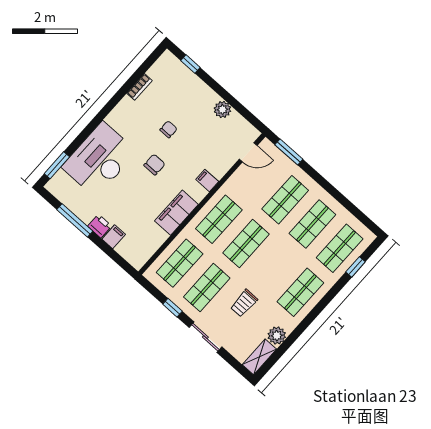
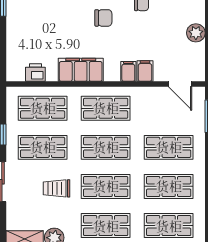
printer: (100, 226) -> (35, 73), moved, turned -90
filing cabinet: (114, 237) -> (145, 71), moved, turned -90
shop shelf: (273, 268) -> (106, 186), added

